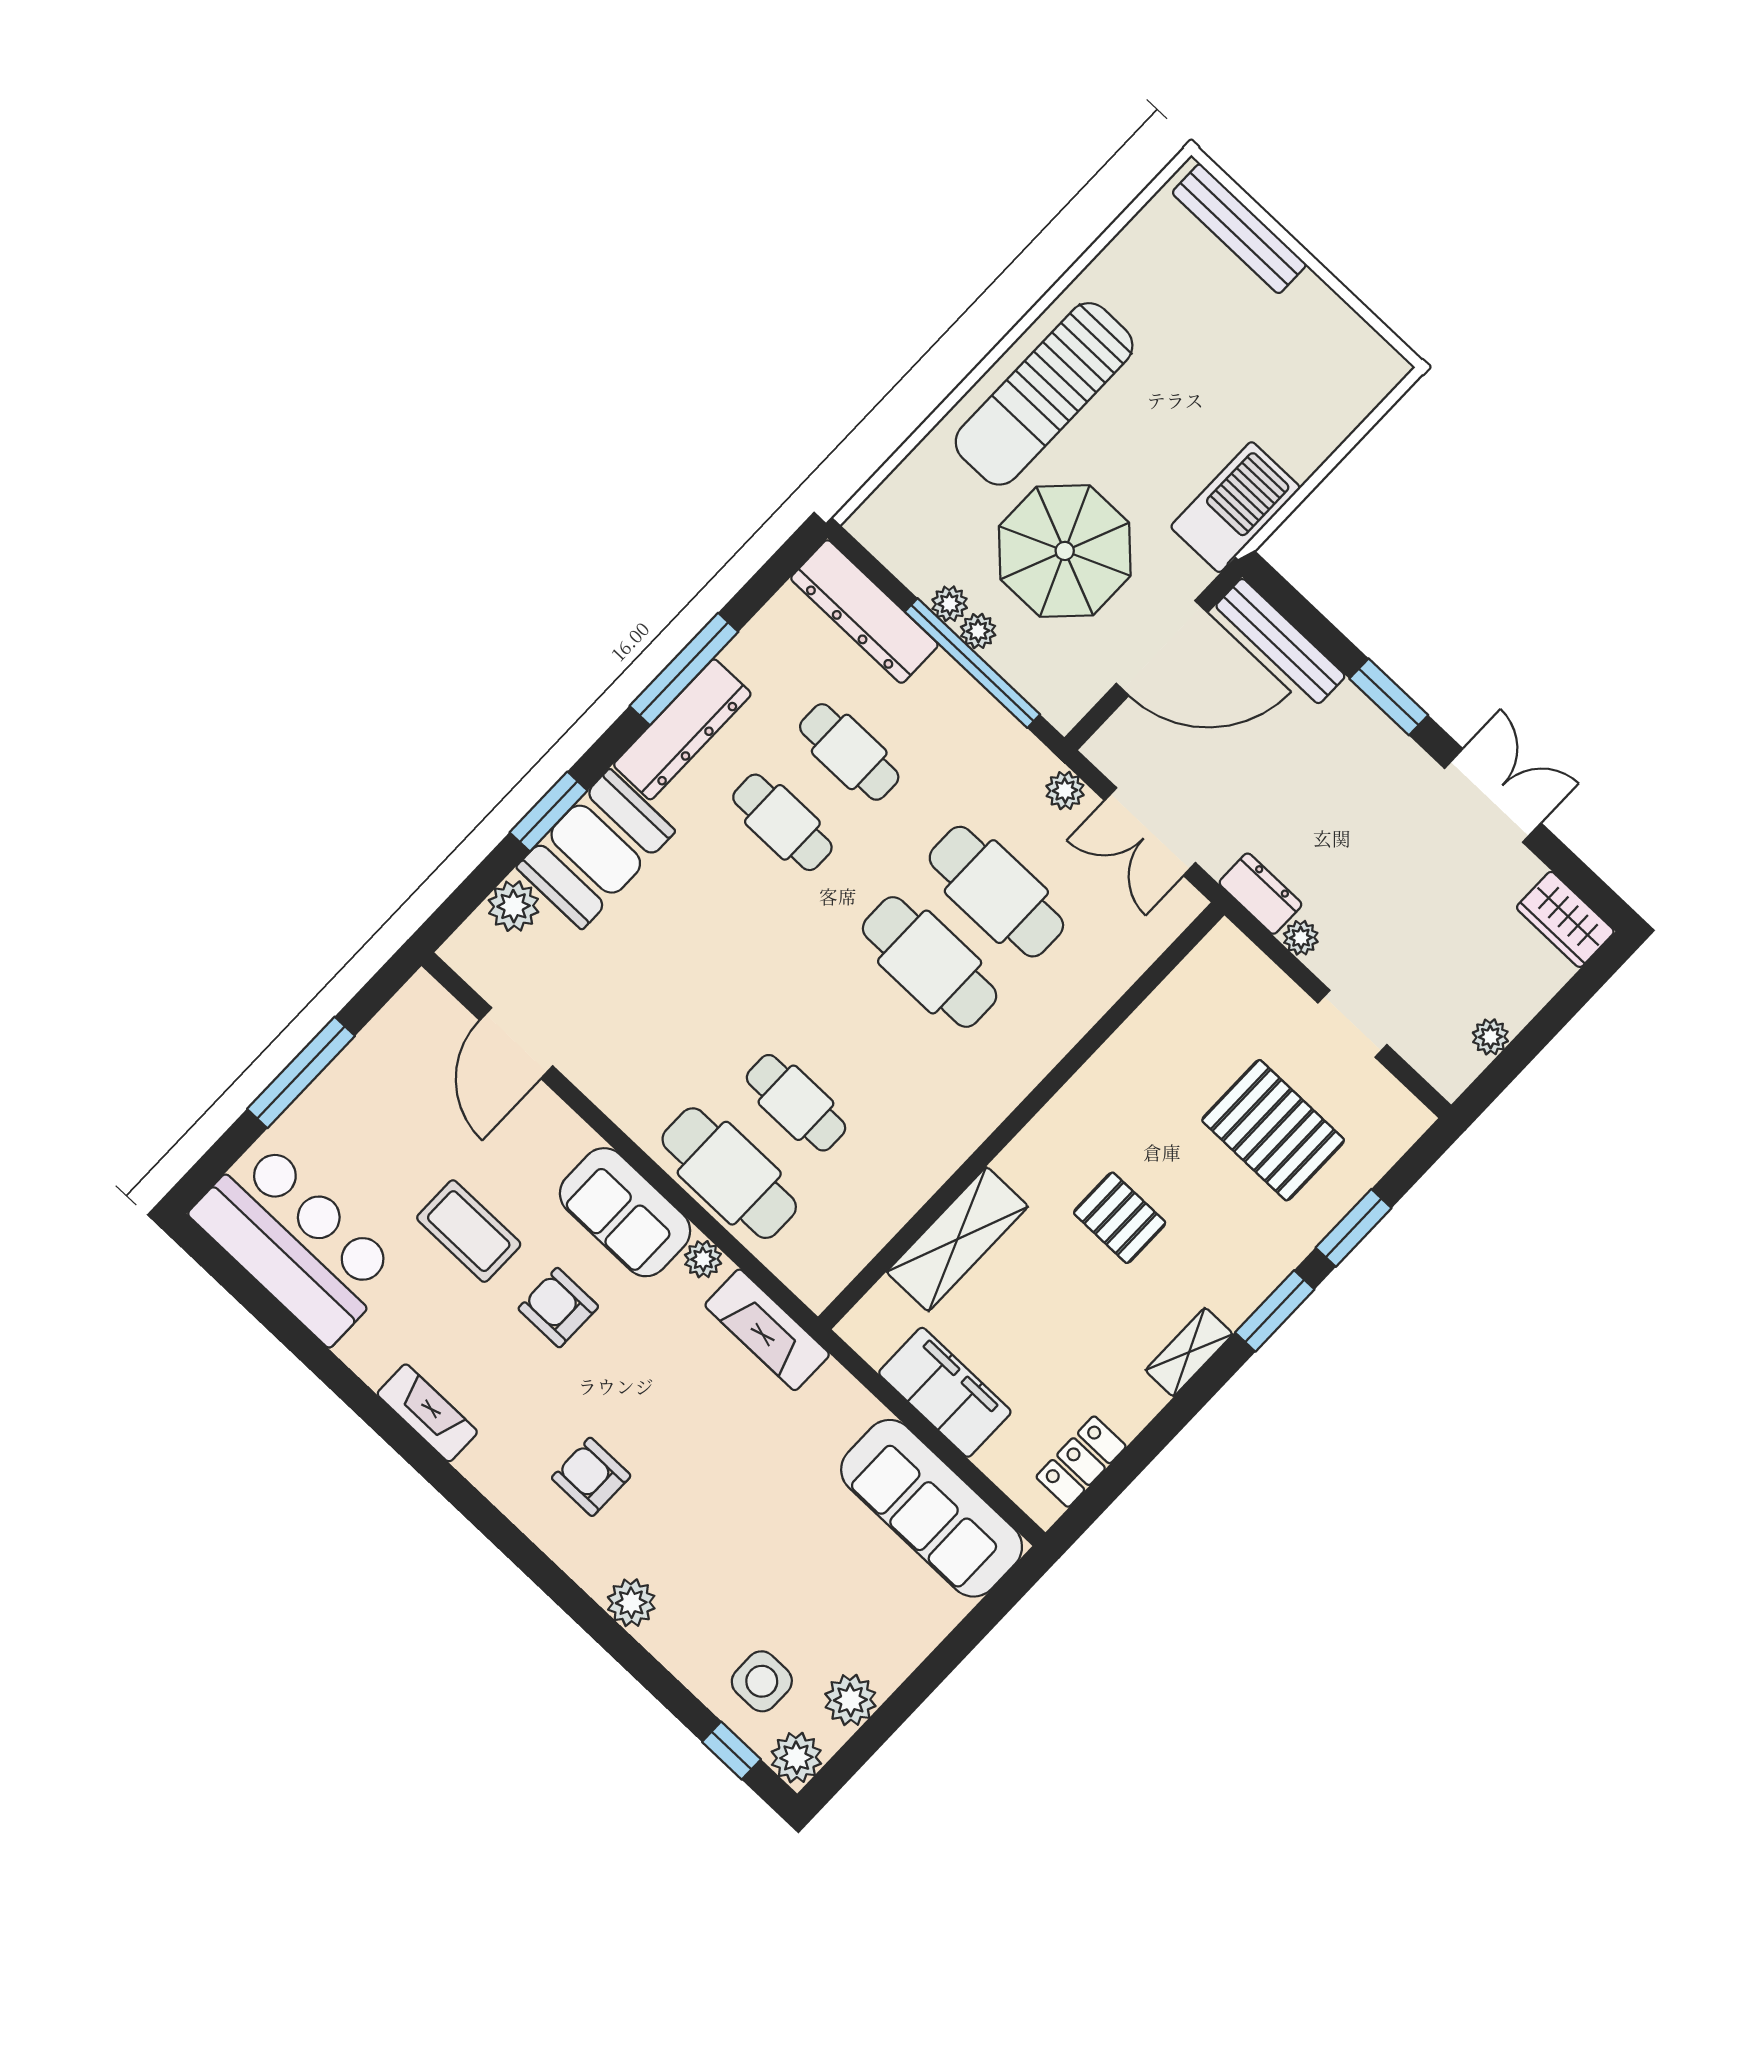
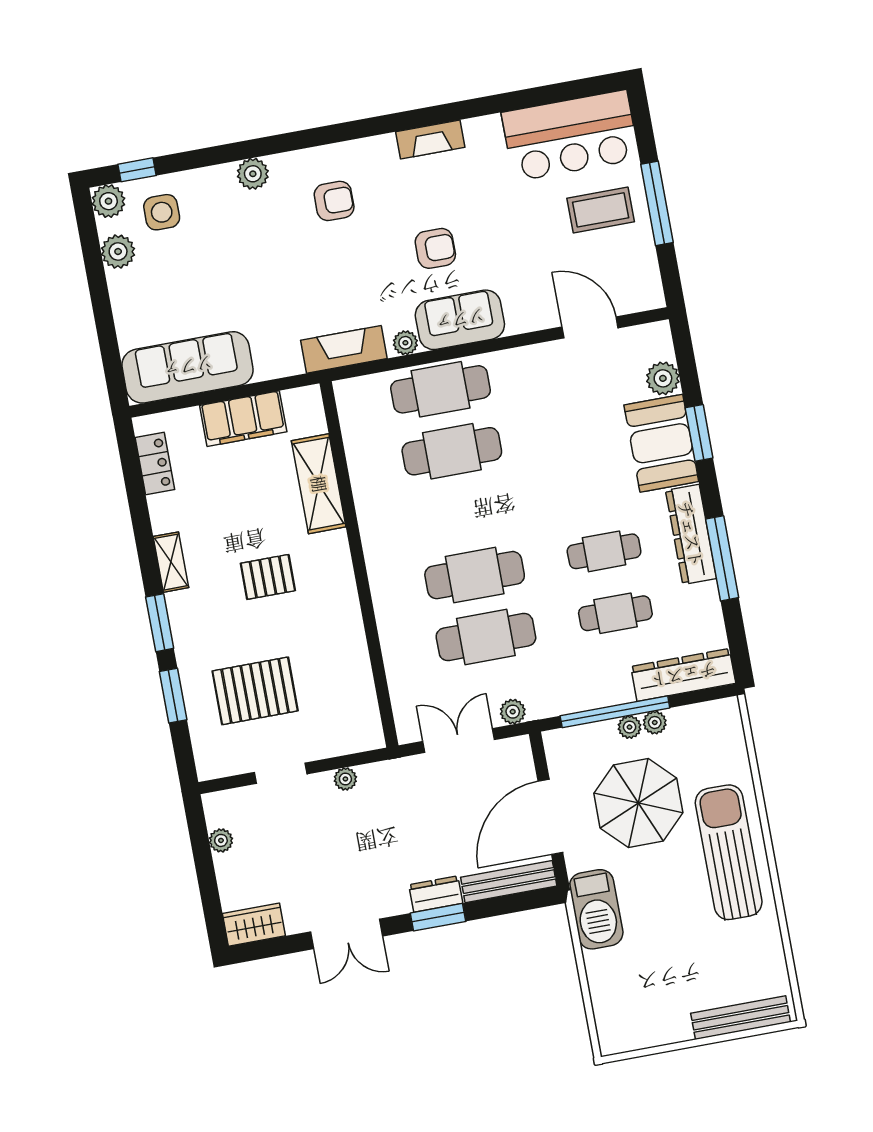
dresser: (1260, 894) -> (436, 894), moved, turned 180
cafe table: (796, 1103) -> (452, 451), width x1.37, depth x1.35
coffee table: (469, 1231) -> (601, 210), moved

